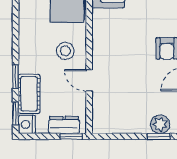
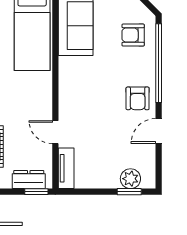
stool: (65, 51) -> (30, 101), removed
tv unit: (99, 114) -> (66, 168), added

